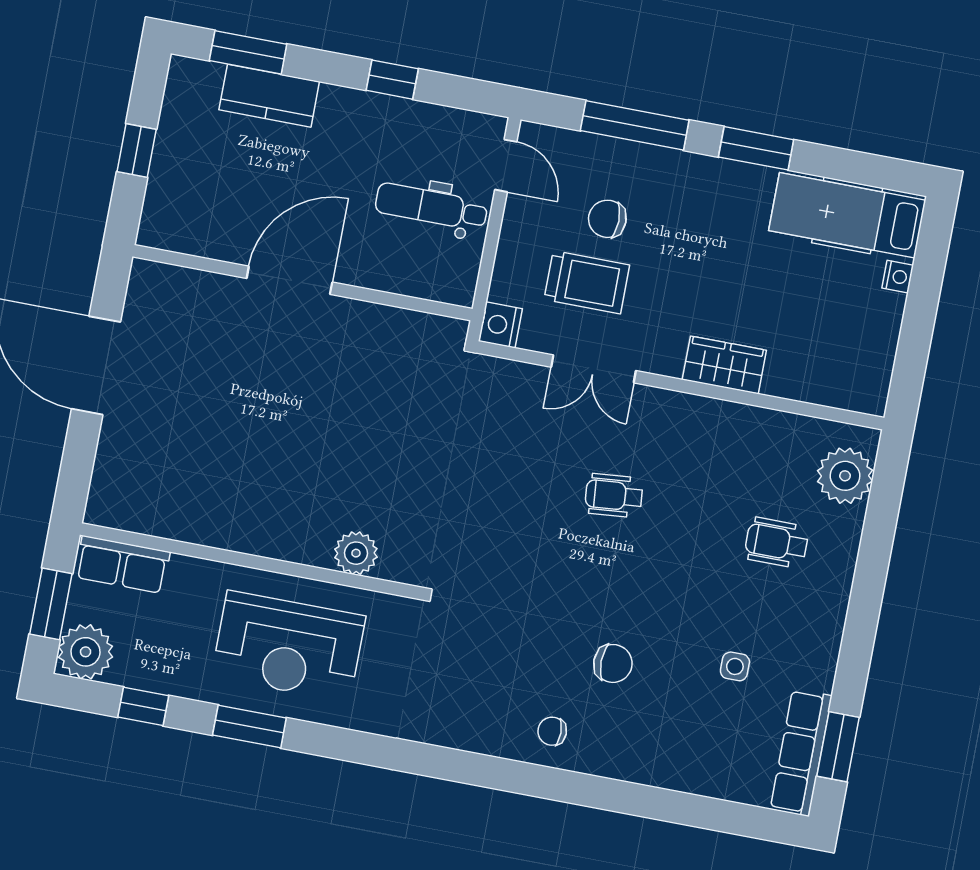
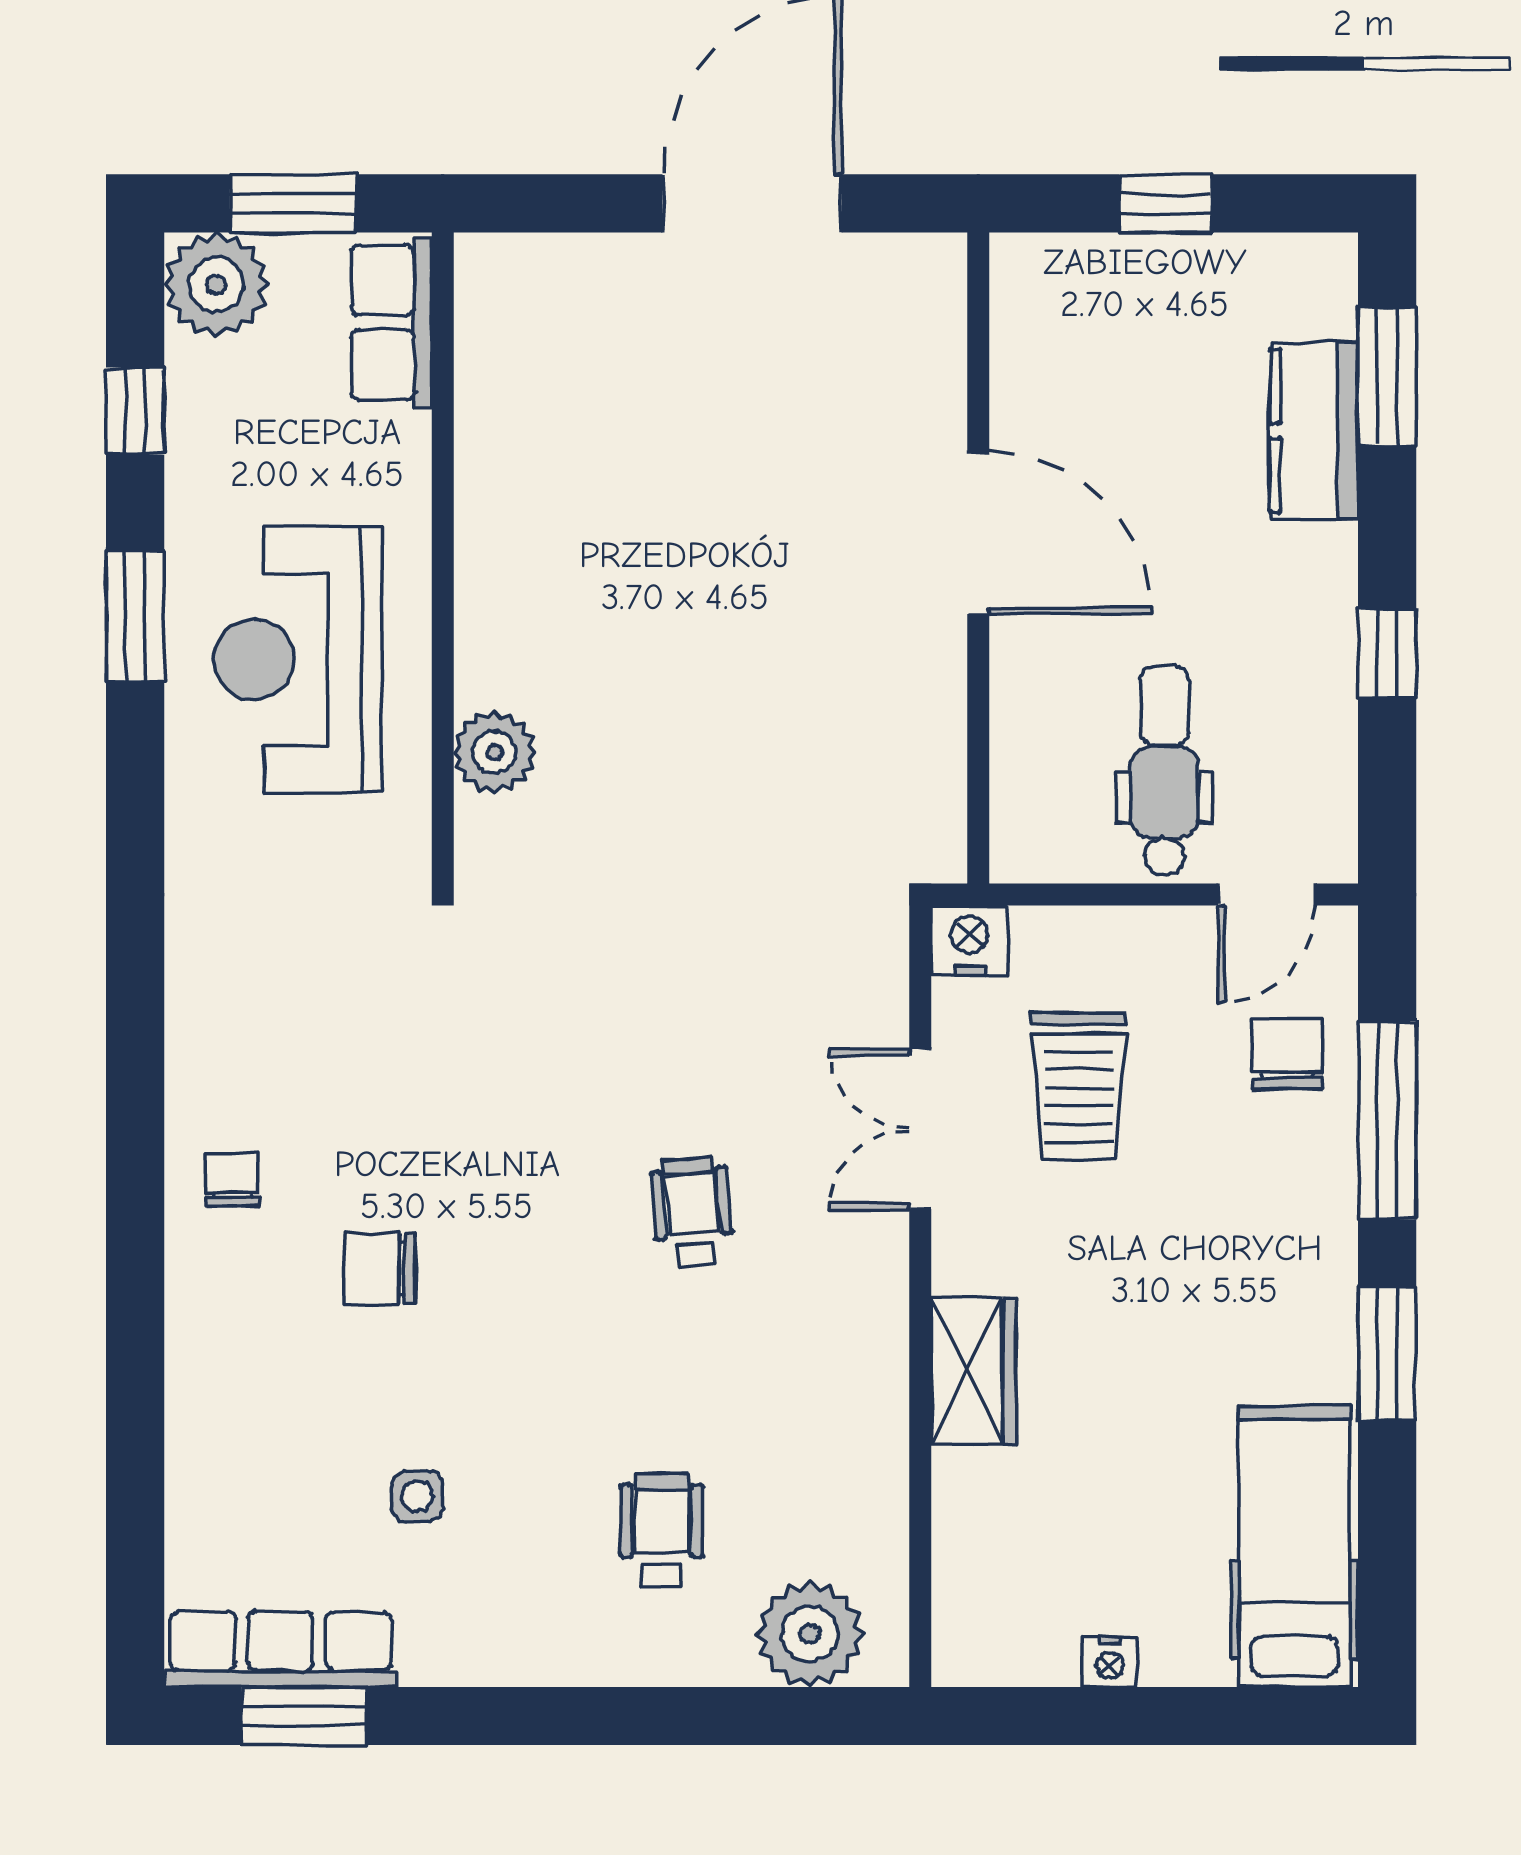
chair: (607, 219) -> (1287, 1054), moved
nightstand: (898, 277) -> (1110, 1662), moved
chair: (613, 663) -> (380, 1269), turned 90

